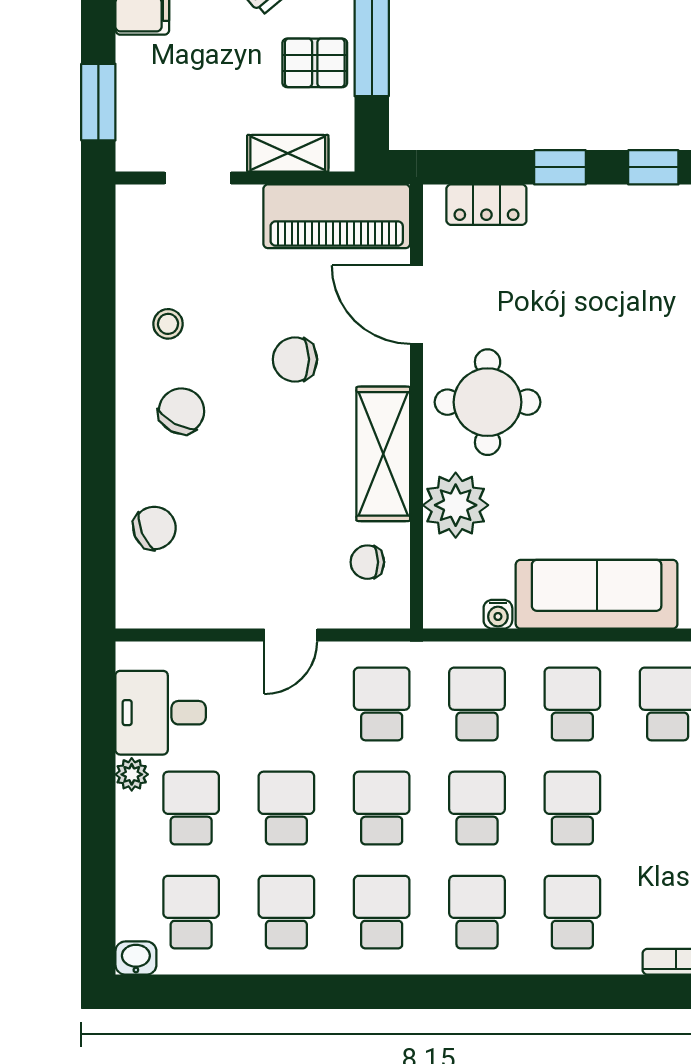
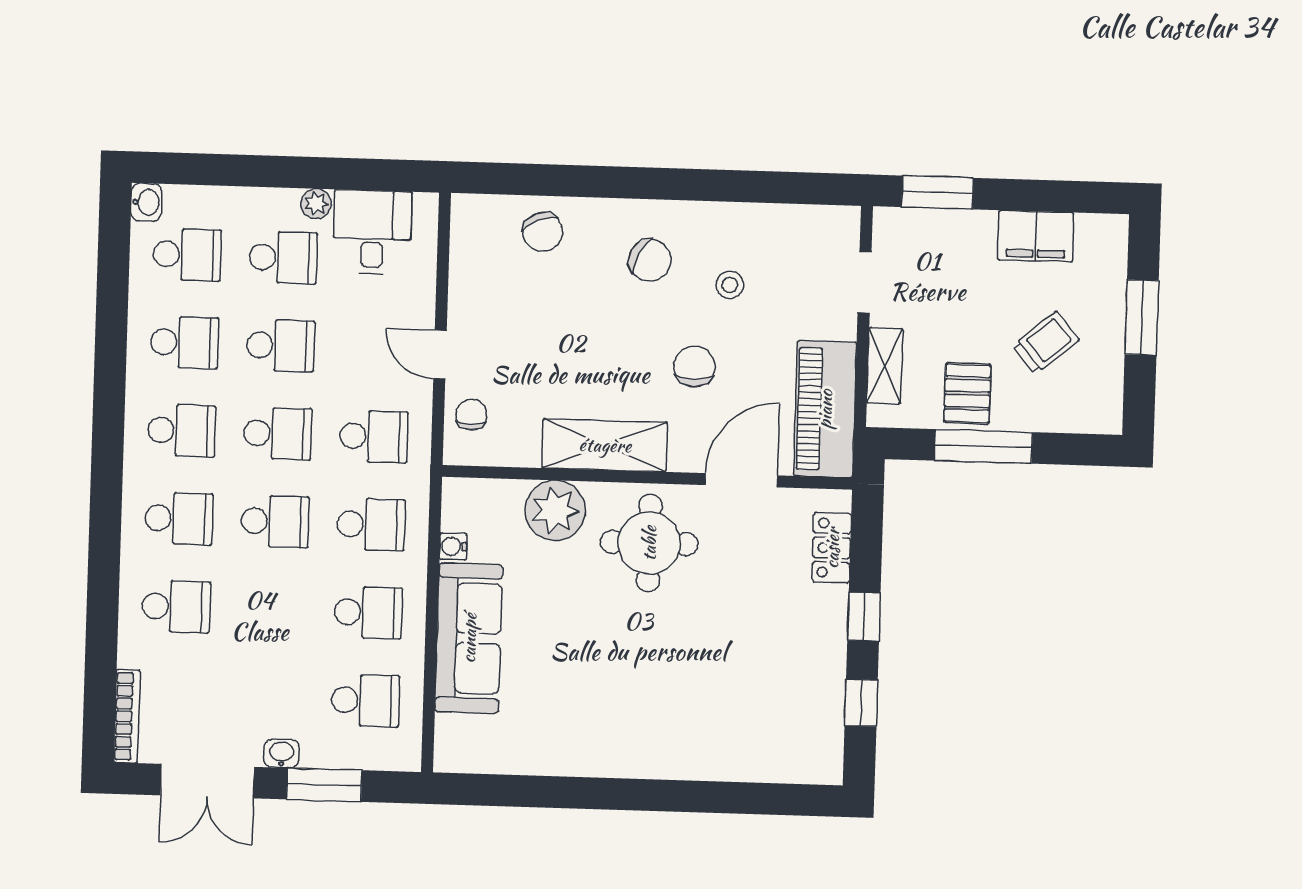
stool: (168, 324) -> (730, 285), moved
chair: (367, 562) -> (471, 415), moved
school desk: (572, 808) -> (272, 609), removed

